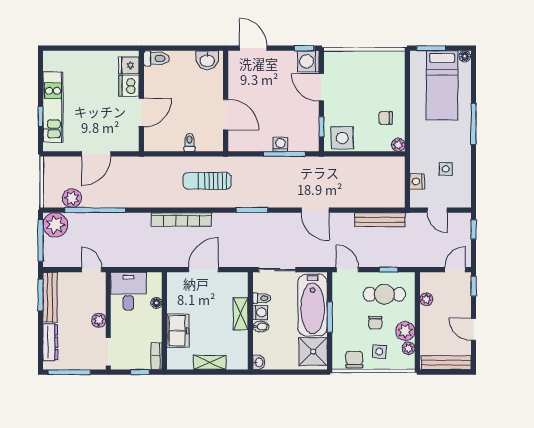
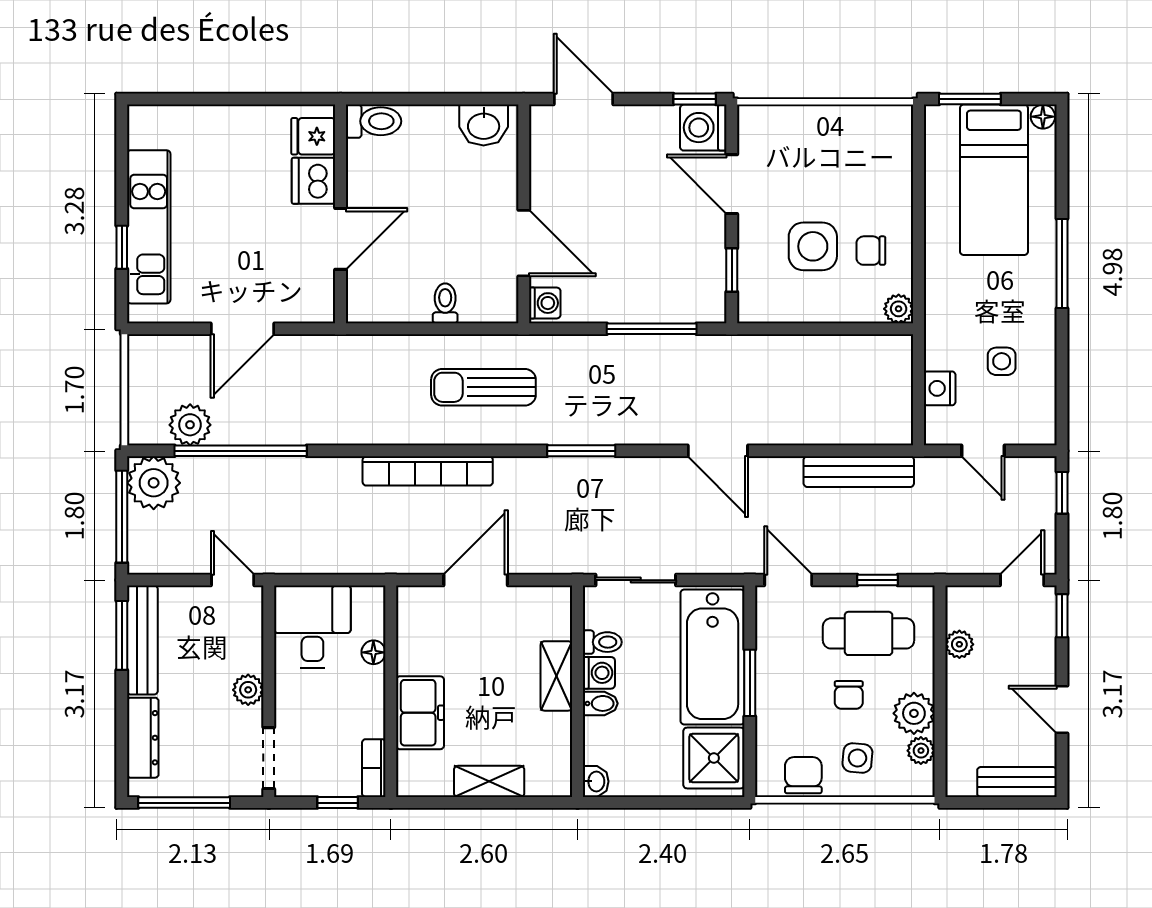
side table: (342, 138) -> (813, 246), moved
washing machine: (280, 144) -> (545, 303), moved, turned 90
bench: (446, 363) -> (1017, 782), width x0.73

